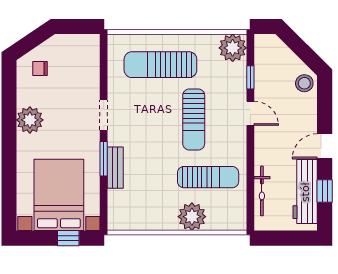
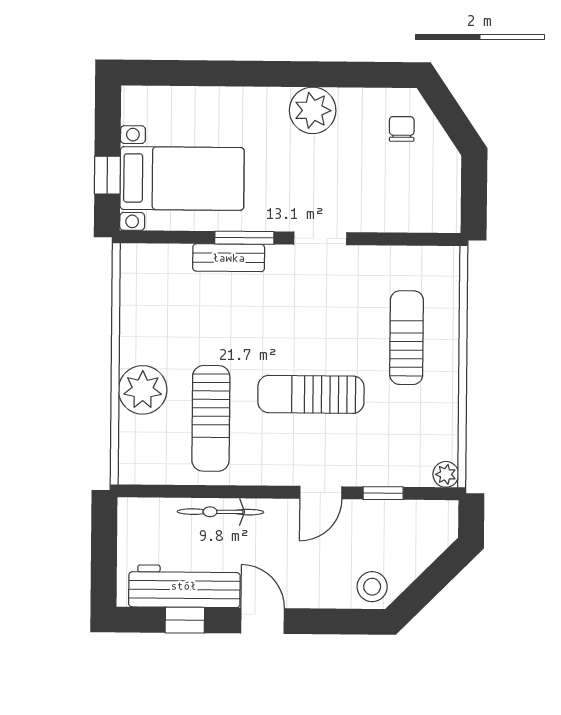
plant: (233, 48) -> (446, 474), width x0.53, depth x0.53
sun lounger: (160, 65) -> (407, 338), width x0.73, depth x0.75
bicycle: (262, 191) -> (220, 512), moved
bed with nightstands: (59, 195) -> (182, 178), width x0.73

